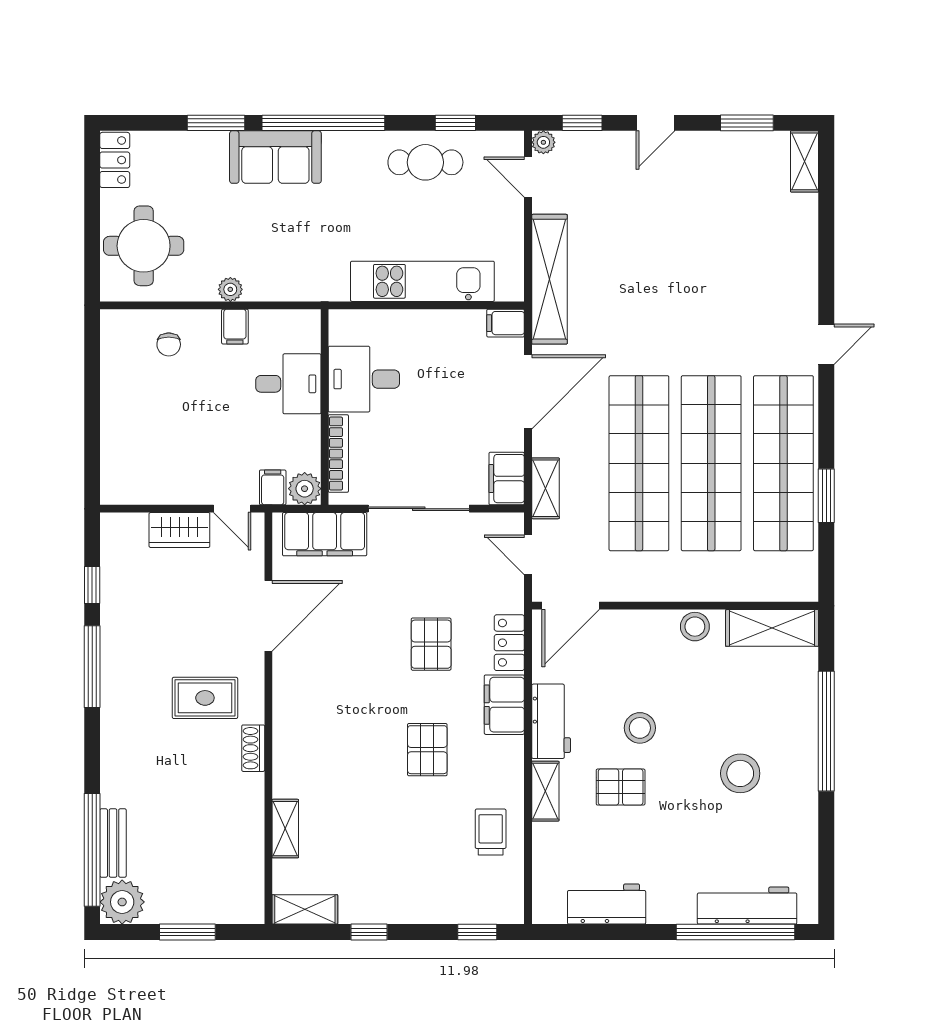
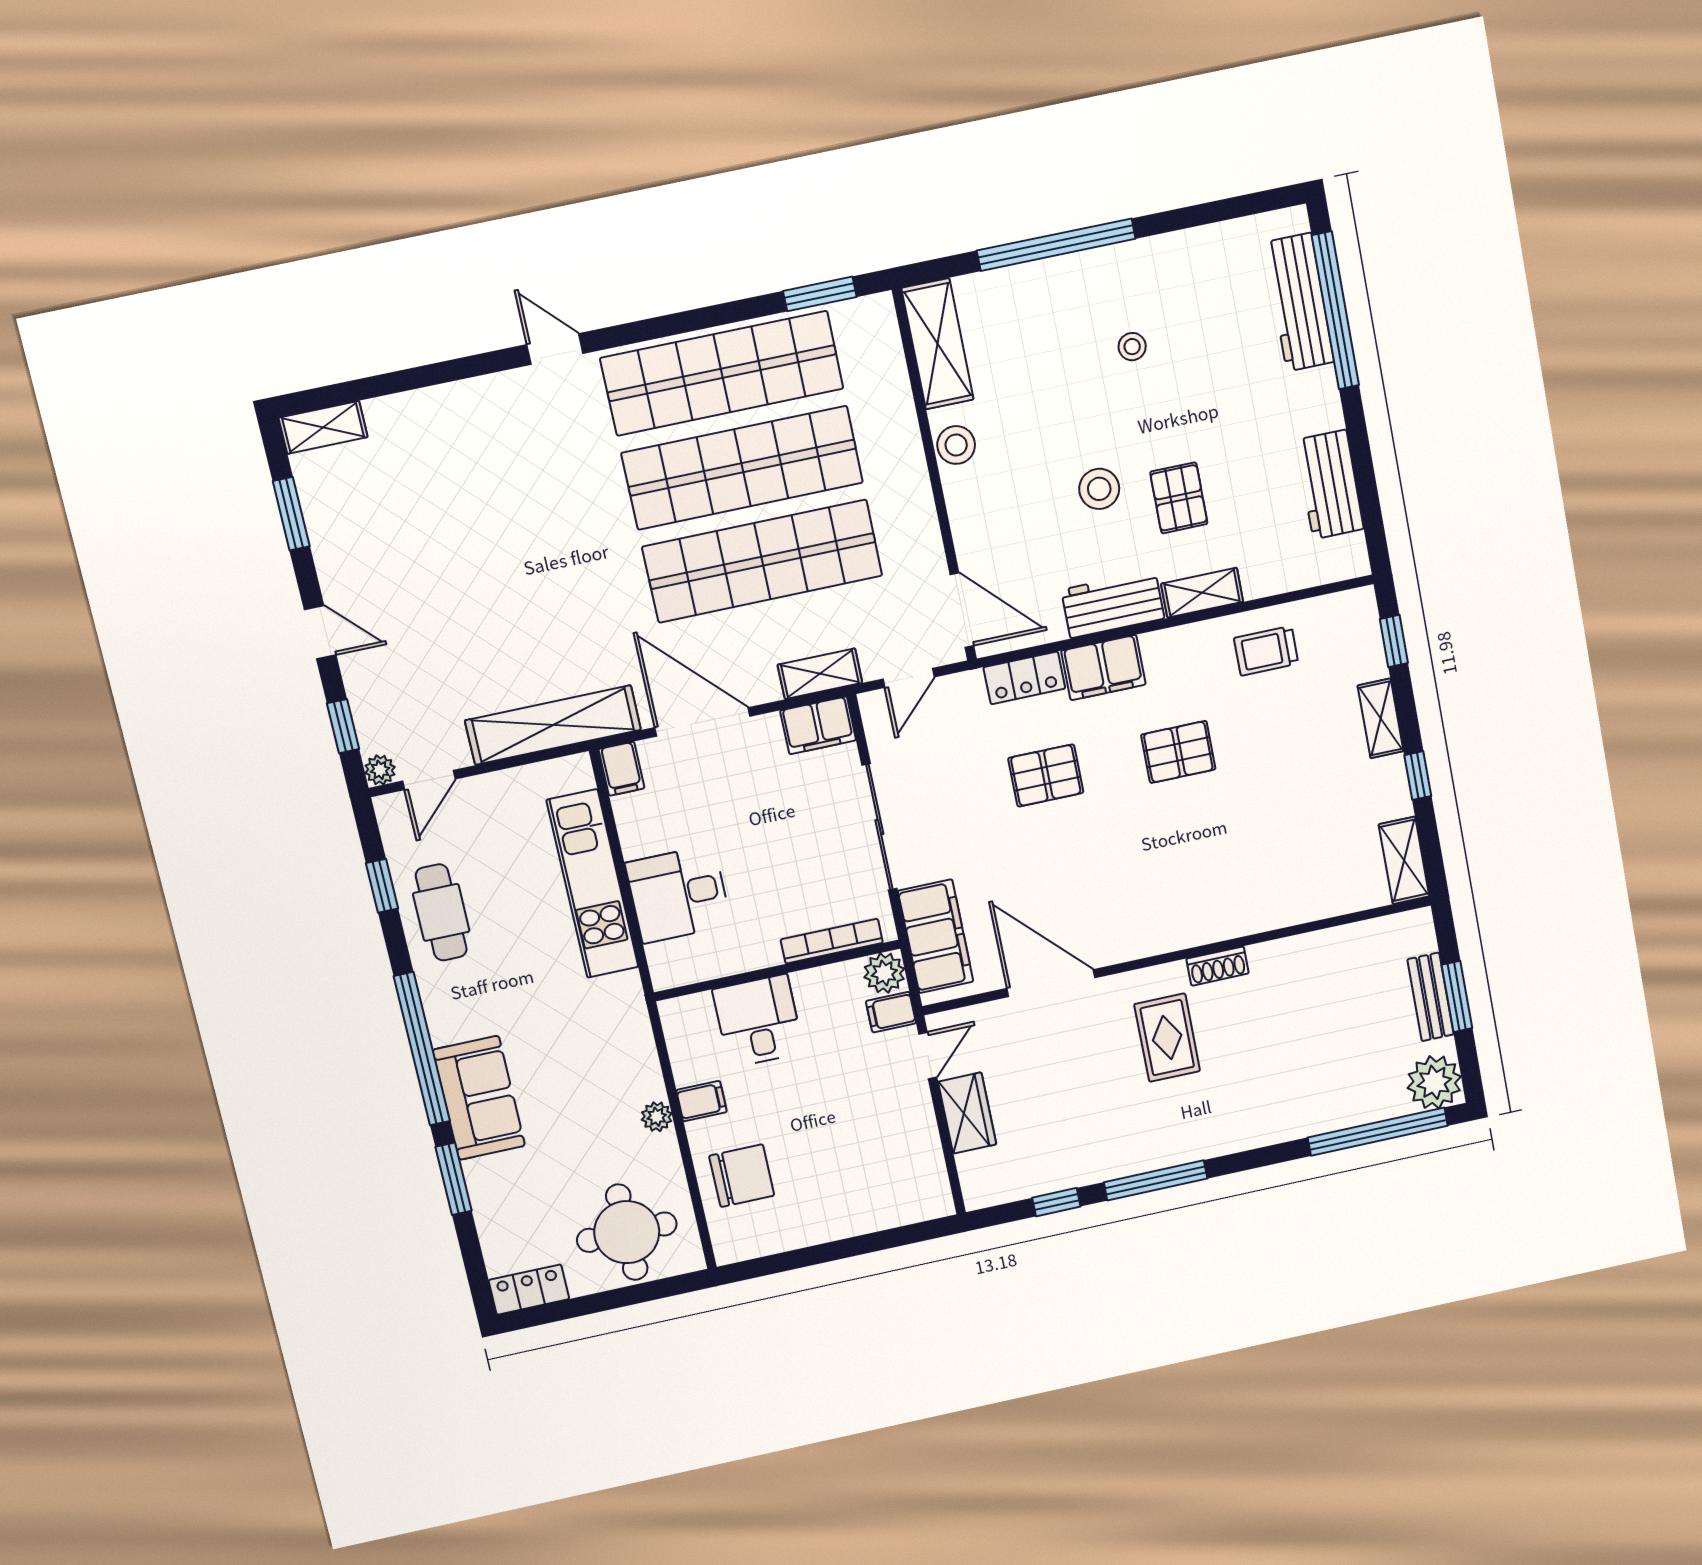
chair: (169, 344) -> (742, 1176), width x1.87, depth x1.87
desk: (364, 379) -> (678, 894), moved, turned 90
window: (826, 496) -> (820, 294), moved
stool: (740, 773) -> (1132, 347), width x0.53, depth x0.53
shelving: (285, 829) -> (1381, 718), moved, turned 90
bench: (113, 843) -> (1431, 997), moved, turned 90

